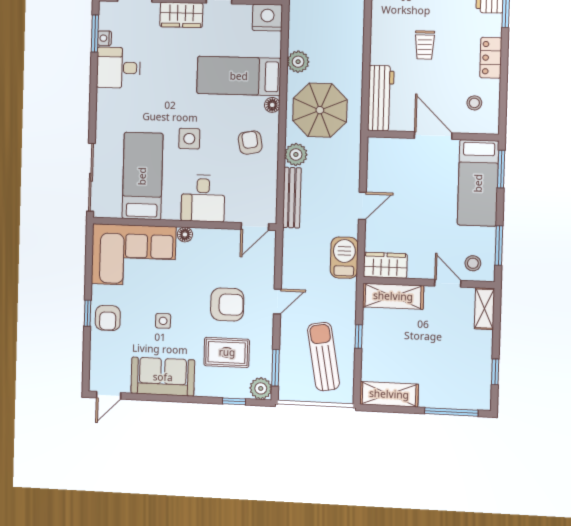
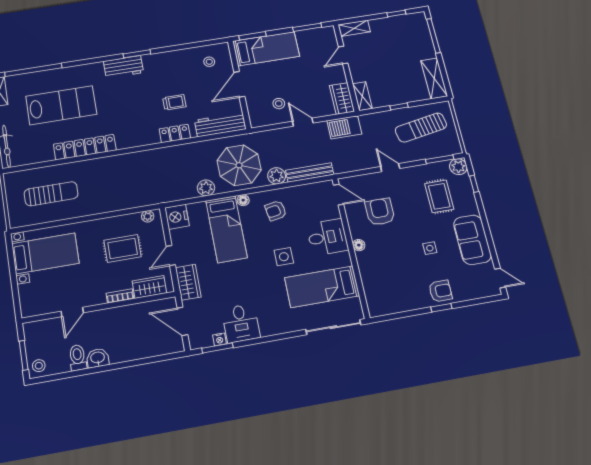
locker: (491, 58) -> (175, 133), moved, turned 180
corner sofa: (134, 255) -> (386, 281), removed
stool: (473, 263) -> (279, 104), moved
shelving: (393, 296) -> (362, 96), width x0.67, depth x0.75
armchair: (227, 304) -> (380, 212), moved

